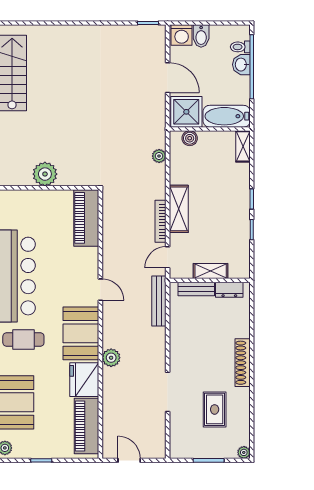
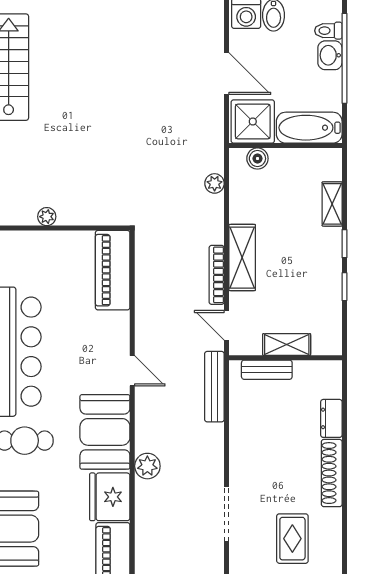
shelving: (243, 146) -> (332, 204), moved
plant: (45, 174) -> (47, 217), width x0.53, depth x0.53
door: (168, 257) -> (227, 325), hinge flipped
dresser: (229, 290) -> (331, 418), moved, turned 90

